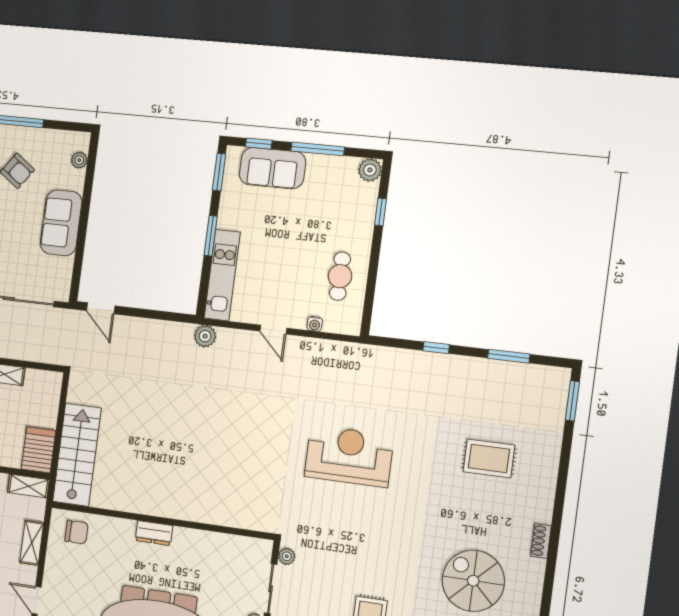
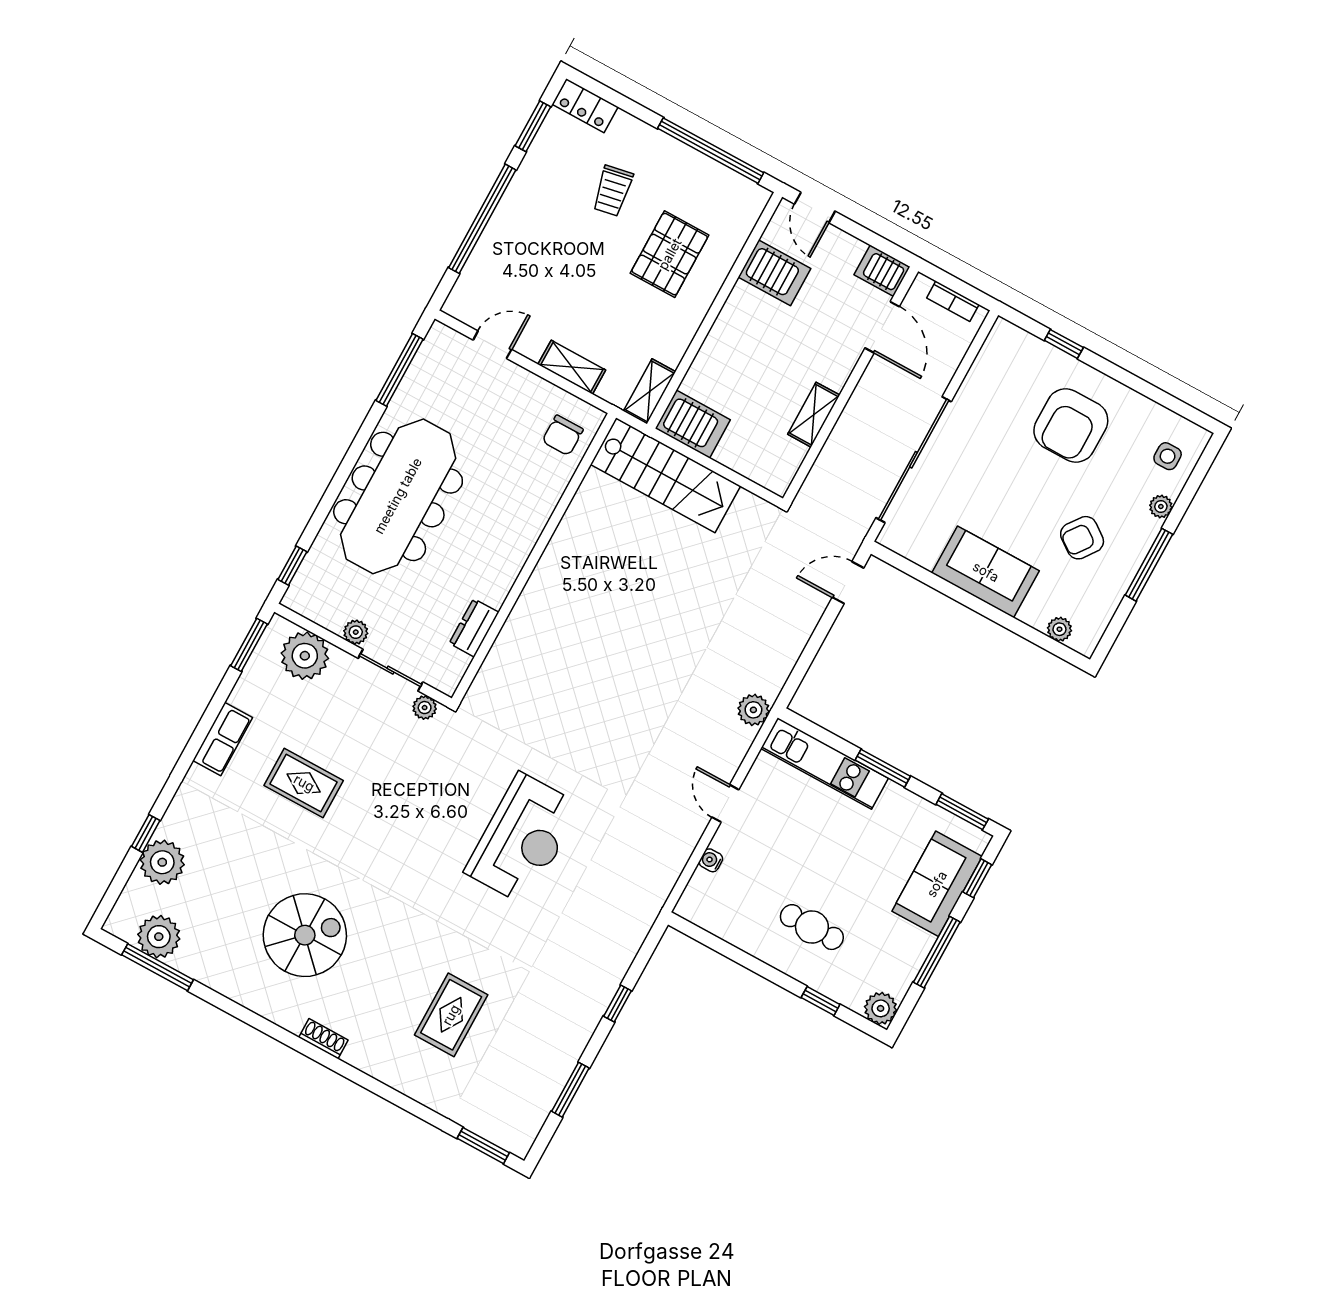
cafe table: (340, 276) -> (812, 927), moved
door: (273, 330) -> (725, 803), hinge flipped
dresser: (154, 533) -> (474, 628), moved

